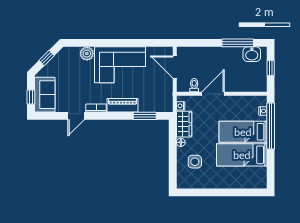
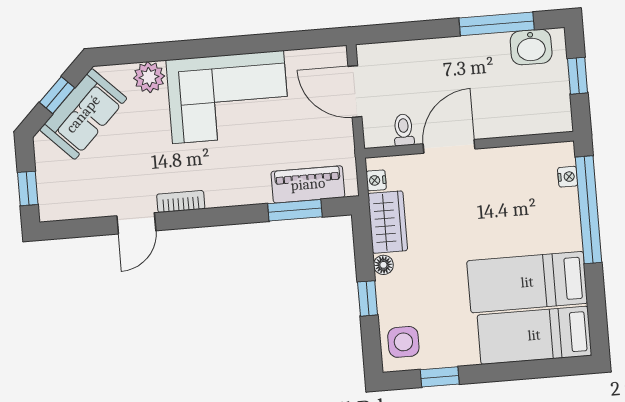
sofa: (45, 95) -> (83, 114), moved, turned 45
piano: (123, 105) -> (308, 184), moved
bed: (243, 132) -> (534, 335), moved
window: (173, 156) -> (368, 298), added
side table: (195, 162) -> (403, 342), moved
window: (201, 192) -> (440, 377), added

